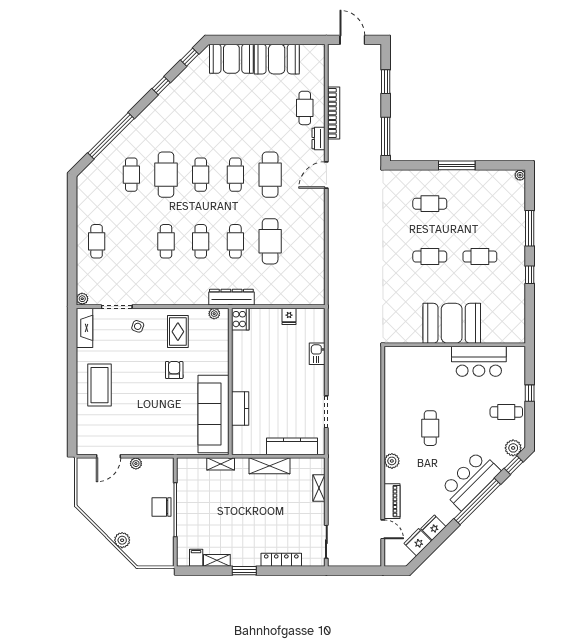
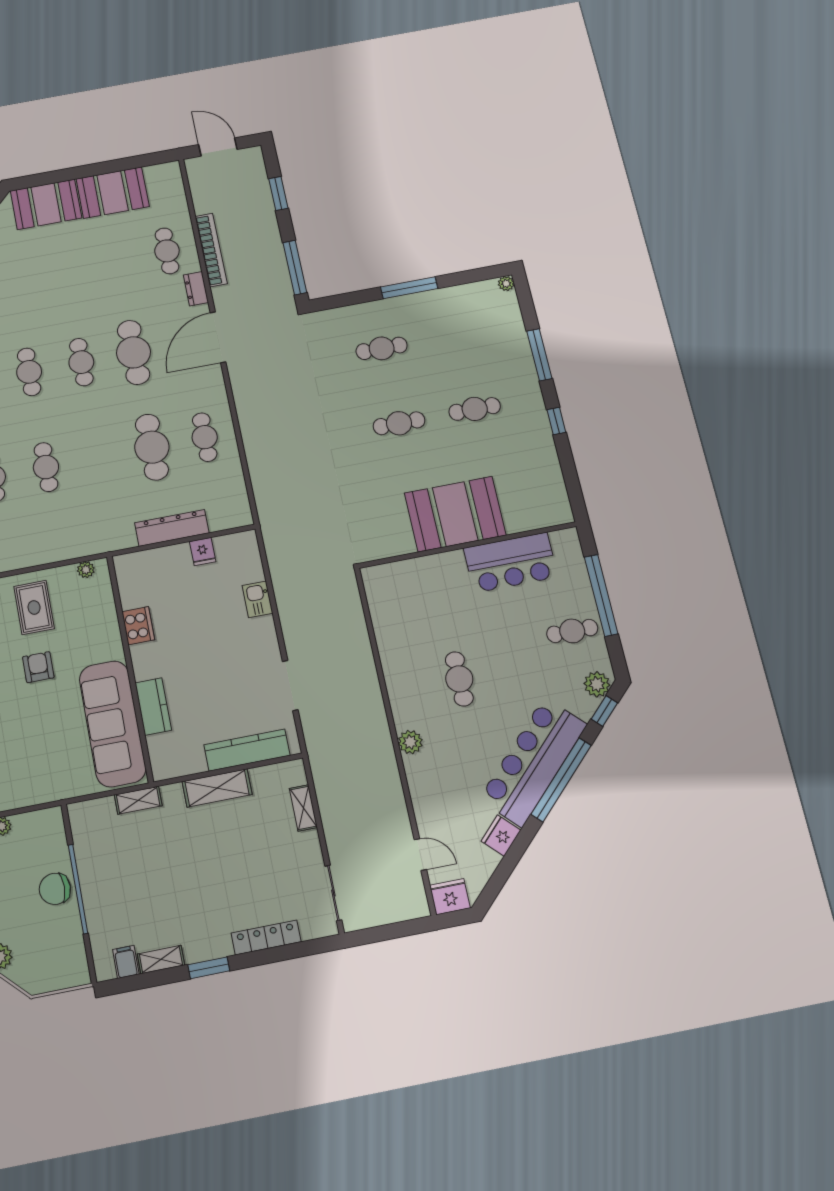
door: (326, 175) -> (218, 337), width x1.36
cafe table: (235, 241) -> (205, 437), moved
dresser: (231, 297) -> (172, 528), moved
cooker: (240, 319) -> (138, 626), moved
window: (530, 393) -> (601, 595), width x3.17
bar counter: (470, 480) -> (533, 762), width x1.36
piano: (392, 501) -> (425, 806), removed
fridge: (418, 542) -> (450, 897), moved, turned 45

